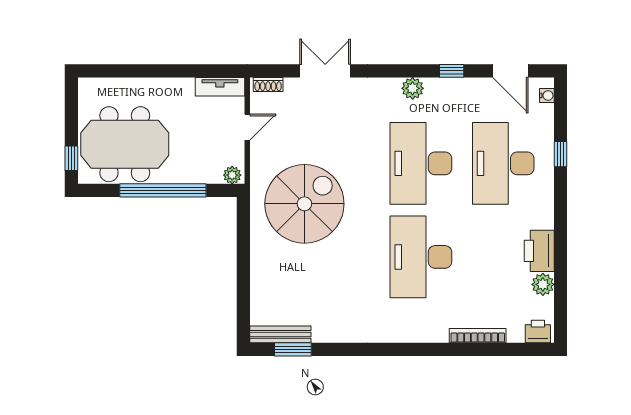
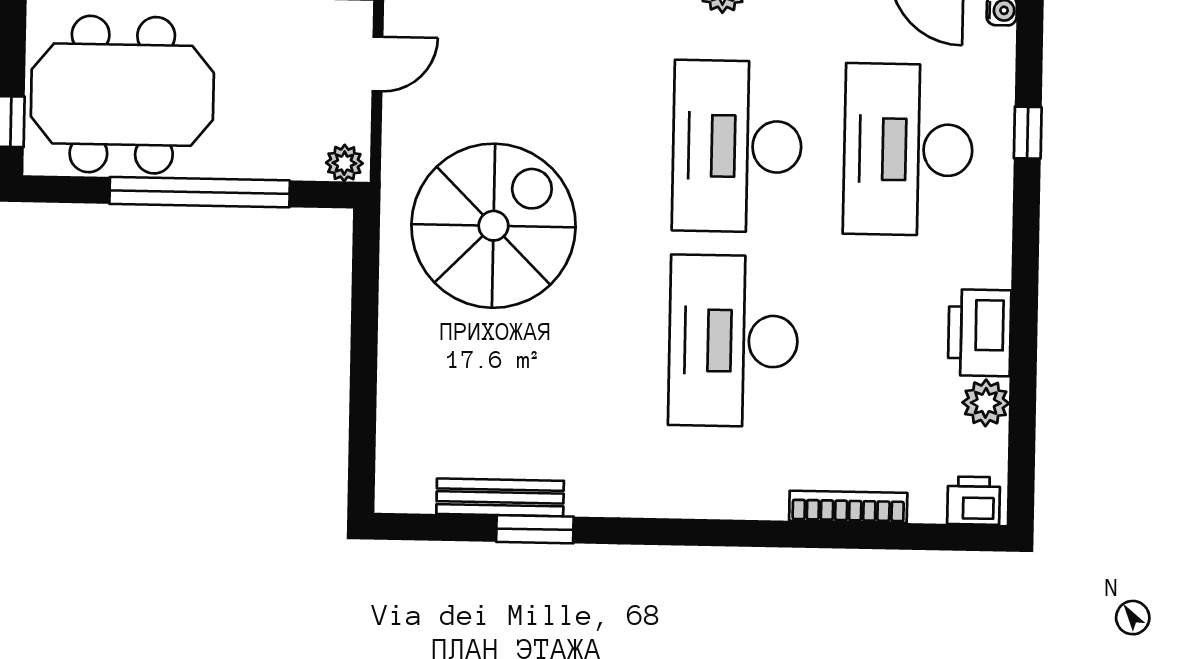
bench: (280, 334) -> (500, 497), moved
window: (293, 349) -> (535, 529), moved

